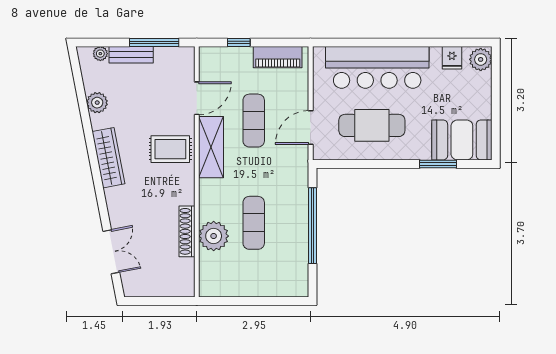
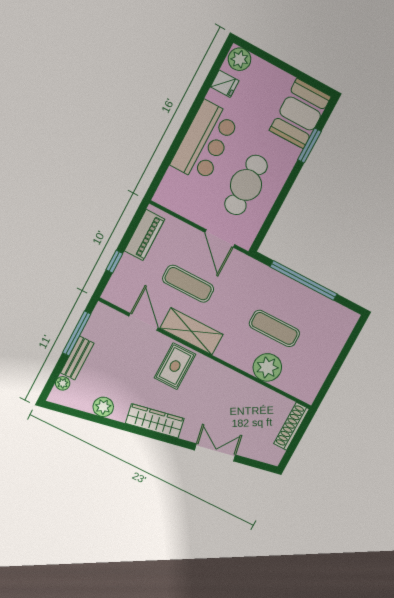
bar counter: (377, 67) -> (205, 142), width x0.73
shoe rack: (187, 231) -> (292, 426), moved, turned 90
double door: (111, 252) -> (215, 452), moved

